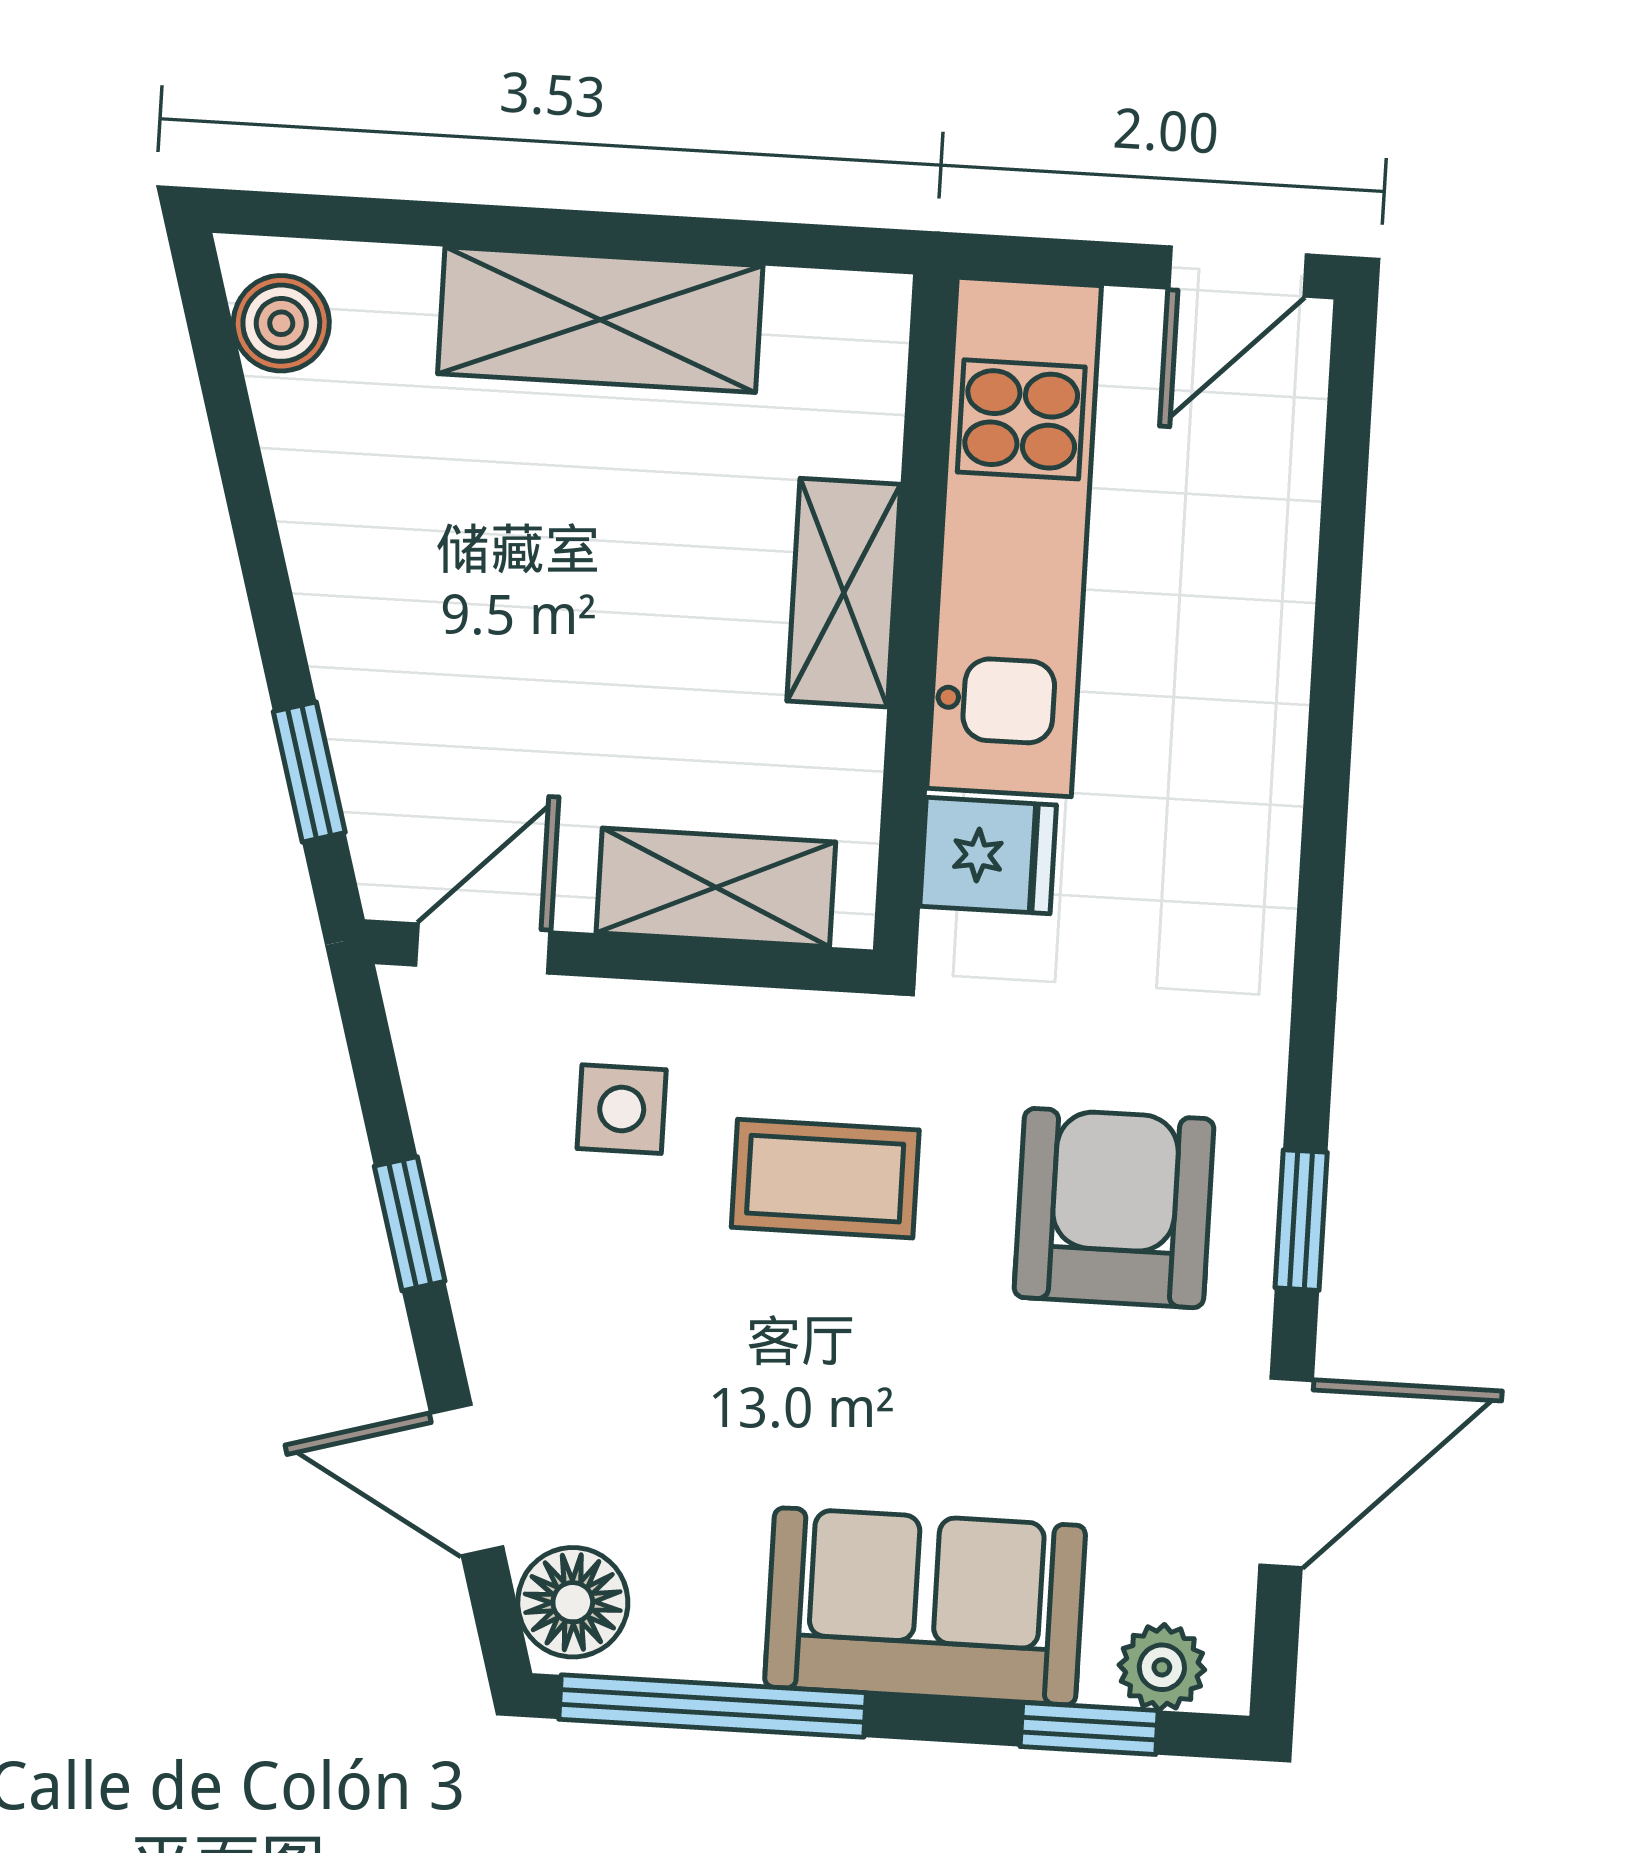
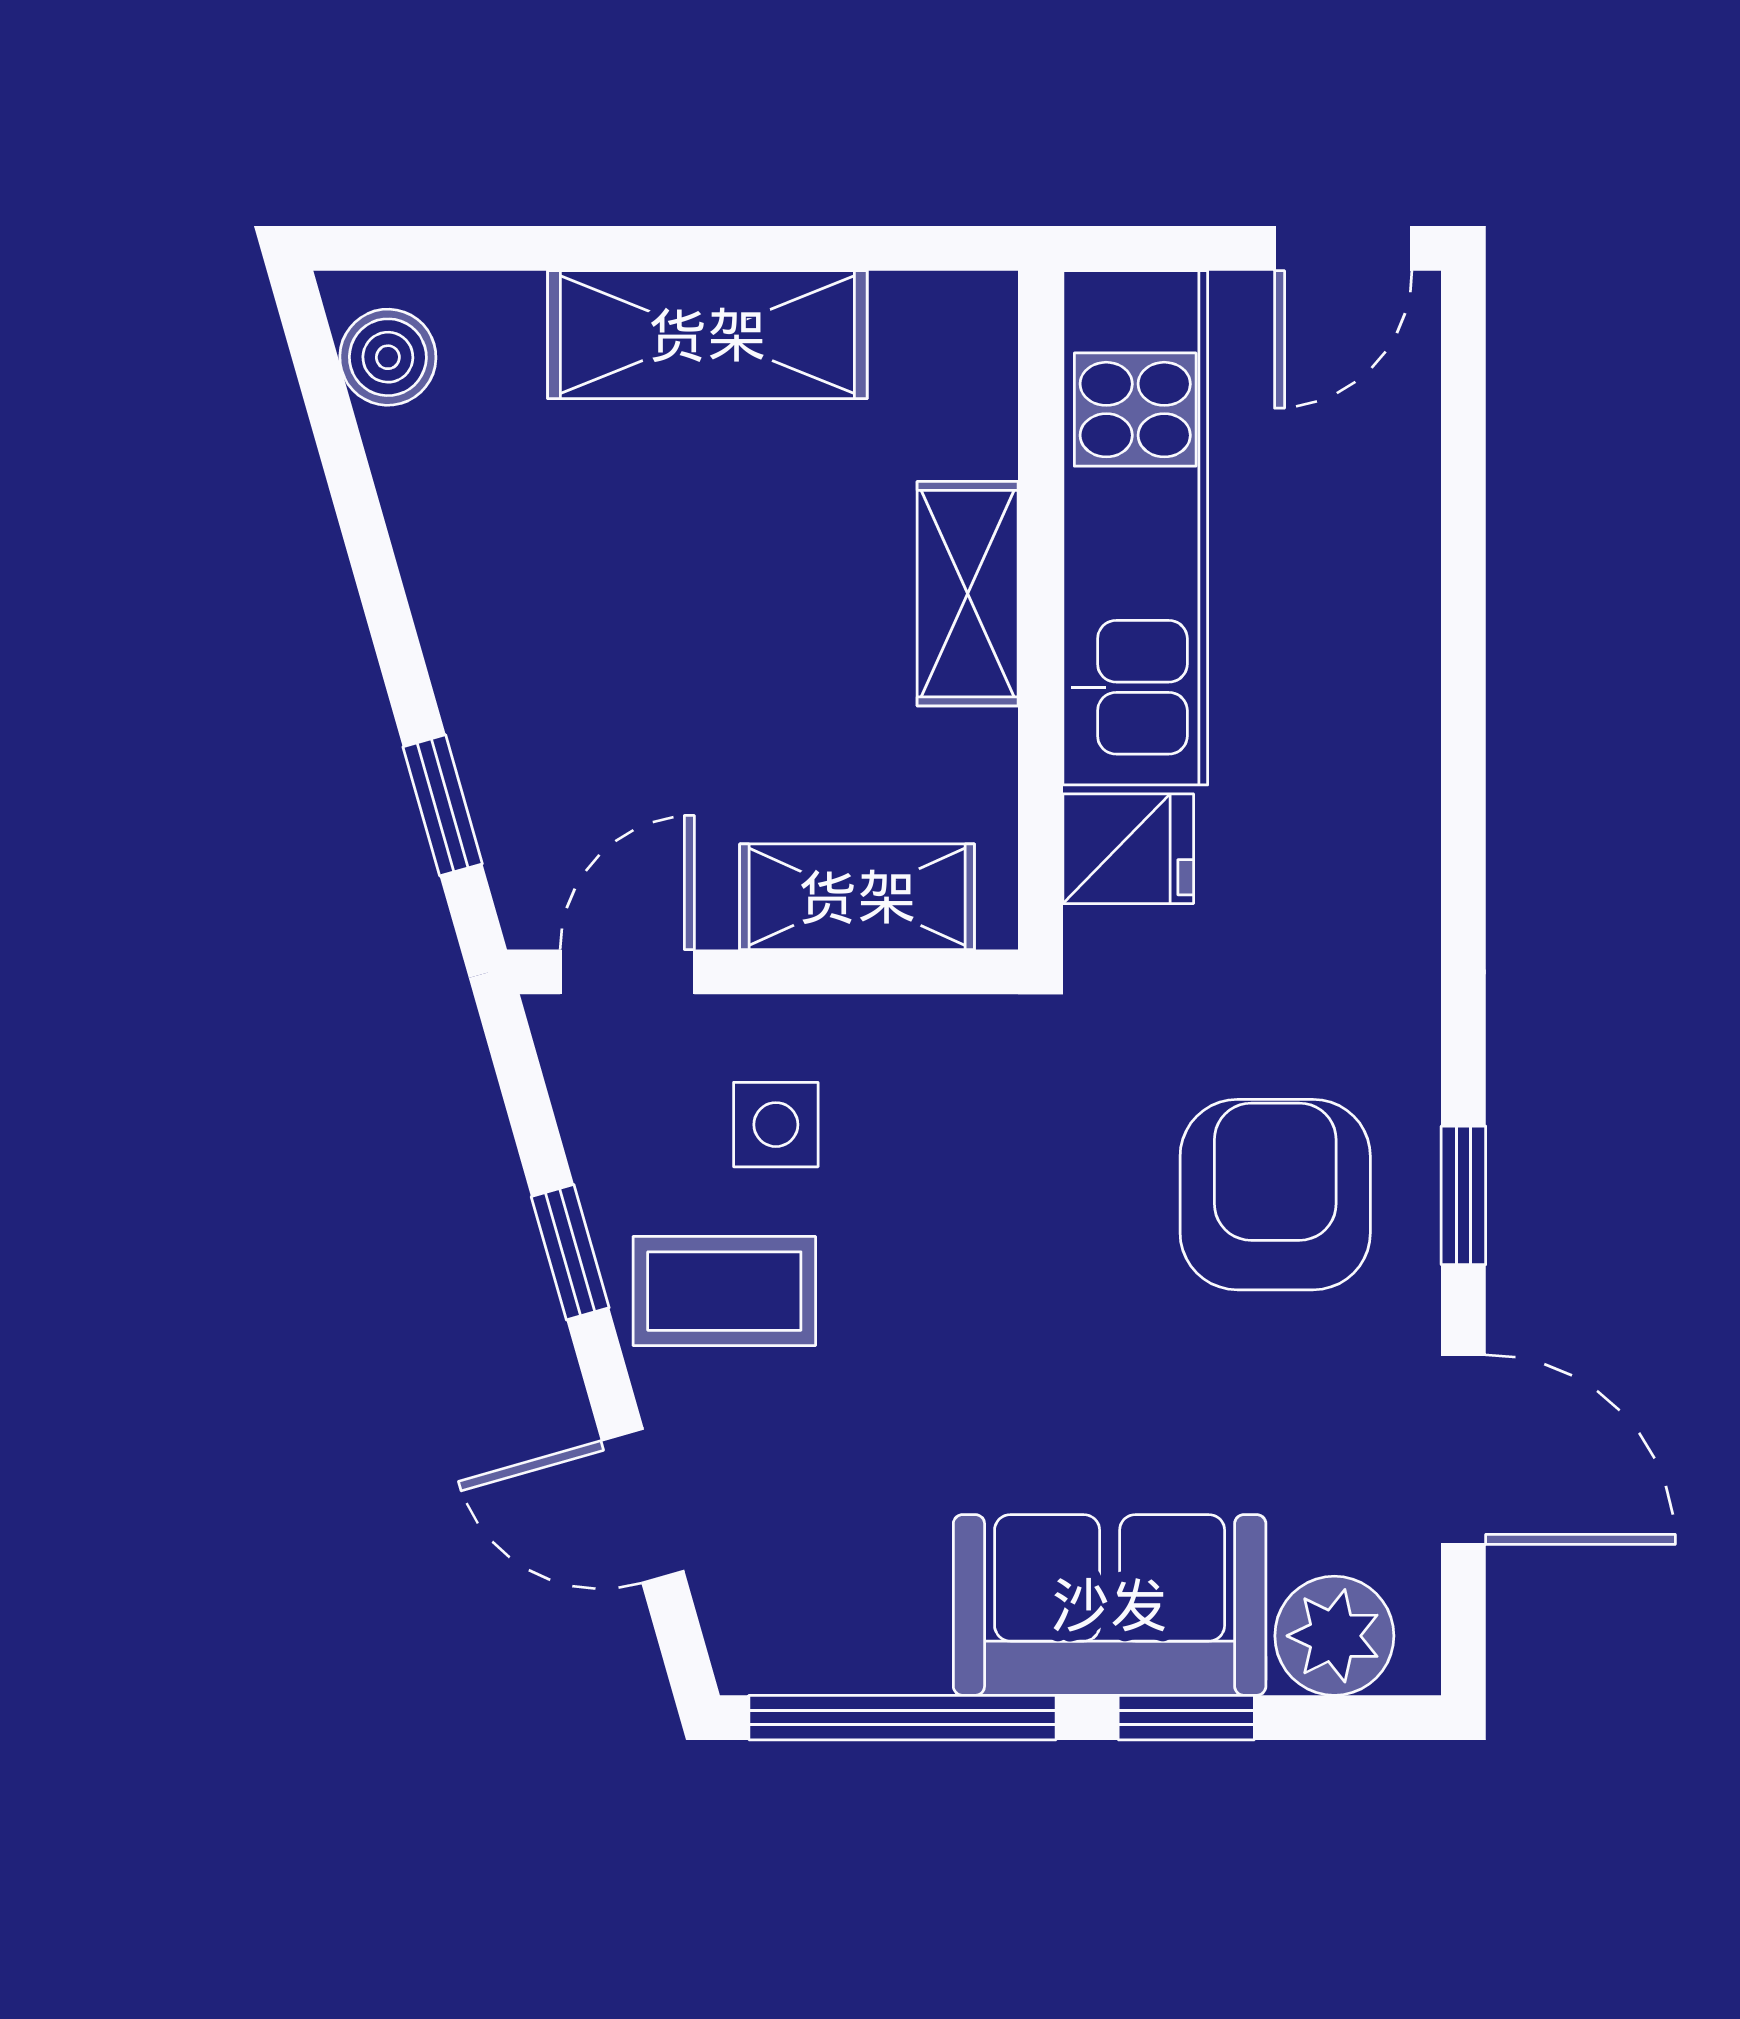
coffee table: (825, 1179) -> (724, 1291), moved
door: (1286, 1473) -> (1463, 1450), hinge flipped
floor lamp: (573, 1602) -> (756, 1622), removed
plant: (1162, 1667) -> (1334, 1636), width x1.38, depth x1.38
window: (1089, 1728) -> (1186, 1718), moved

